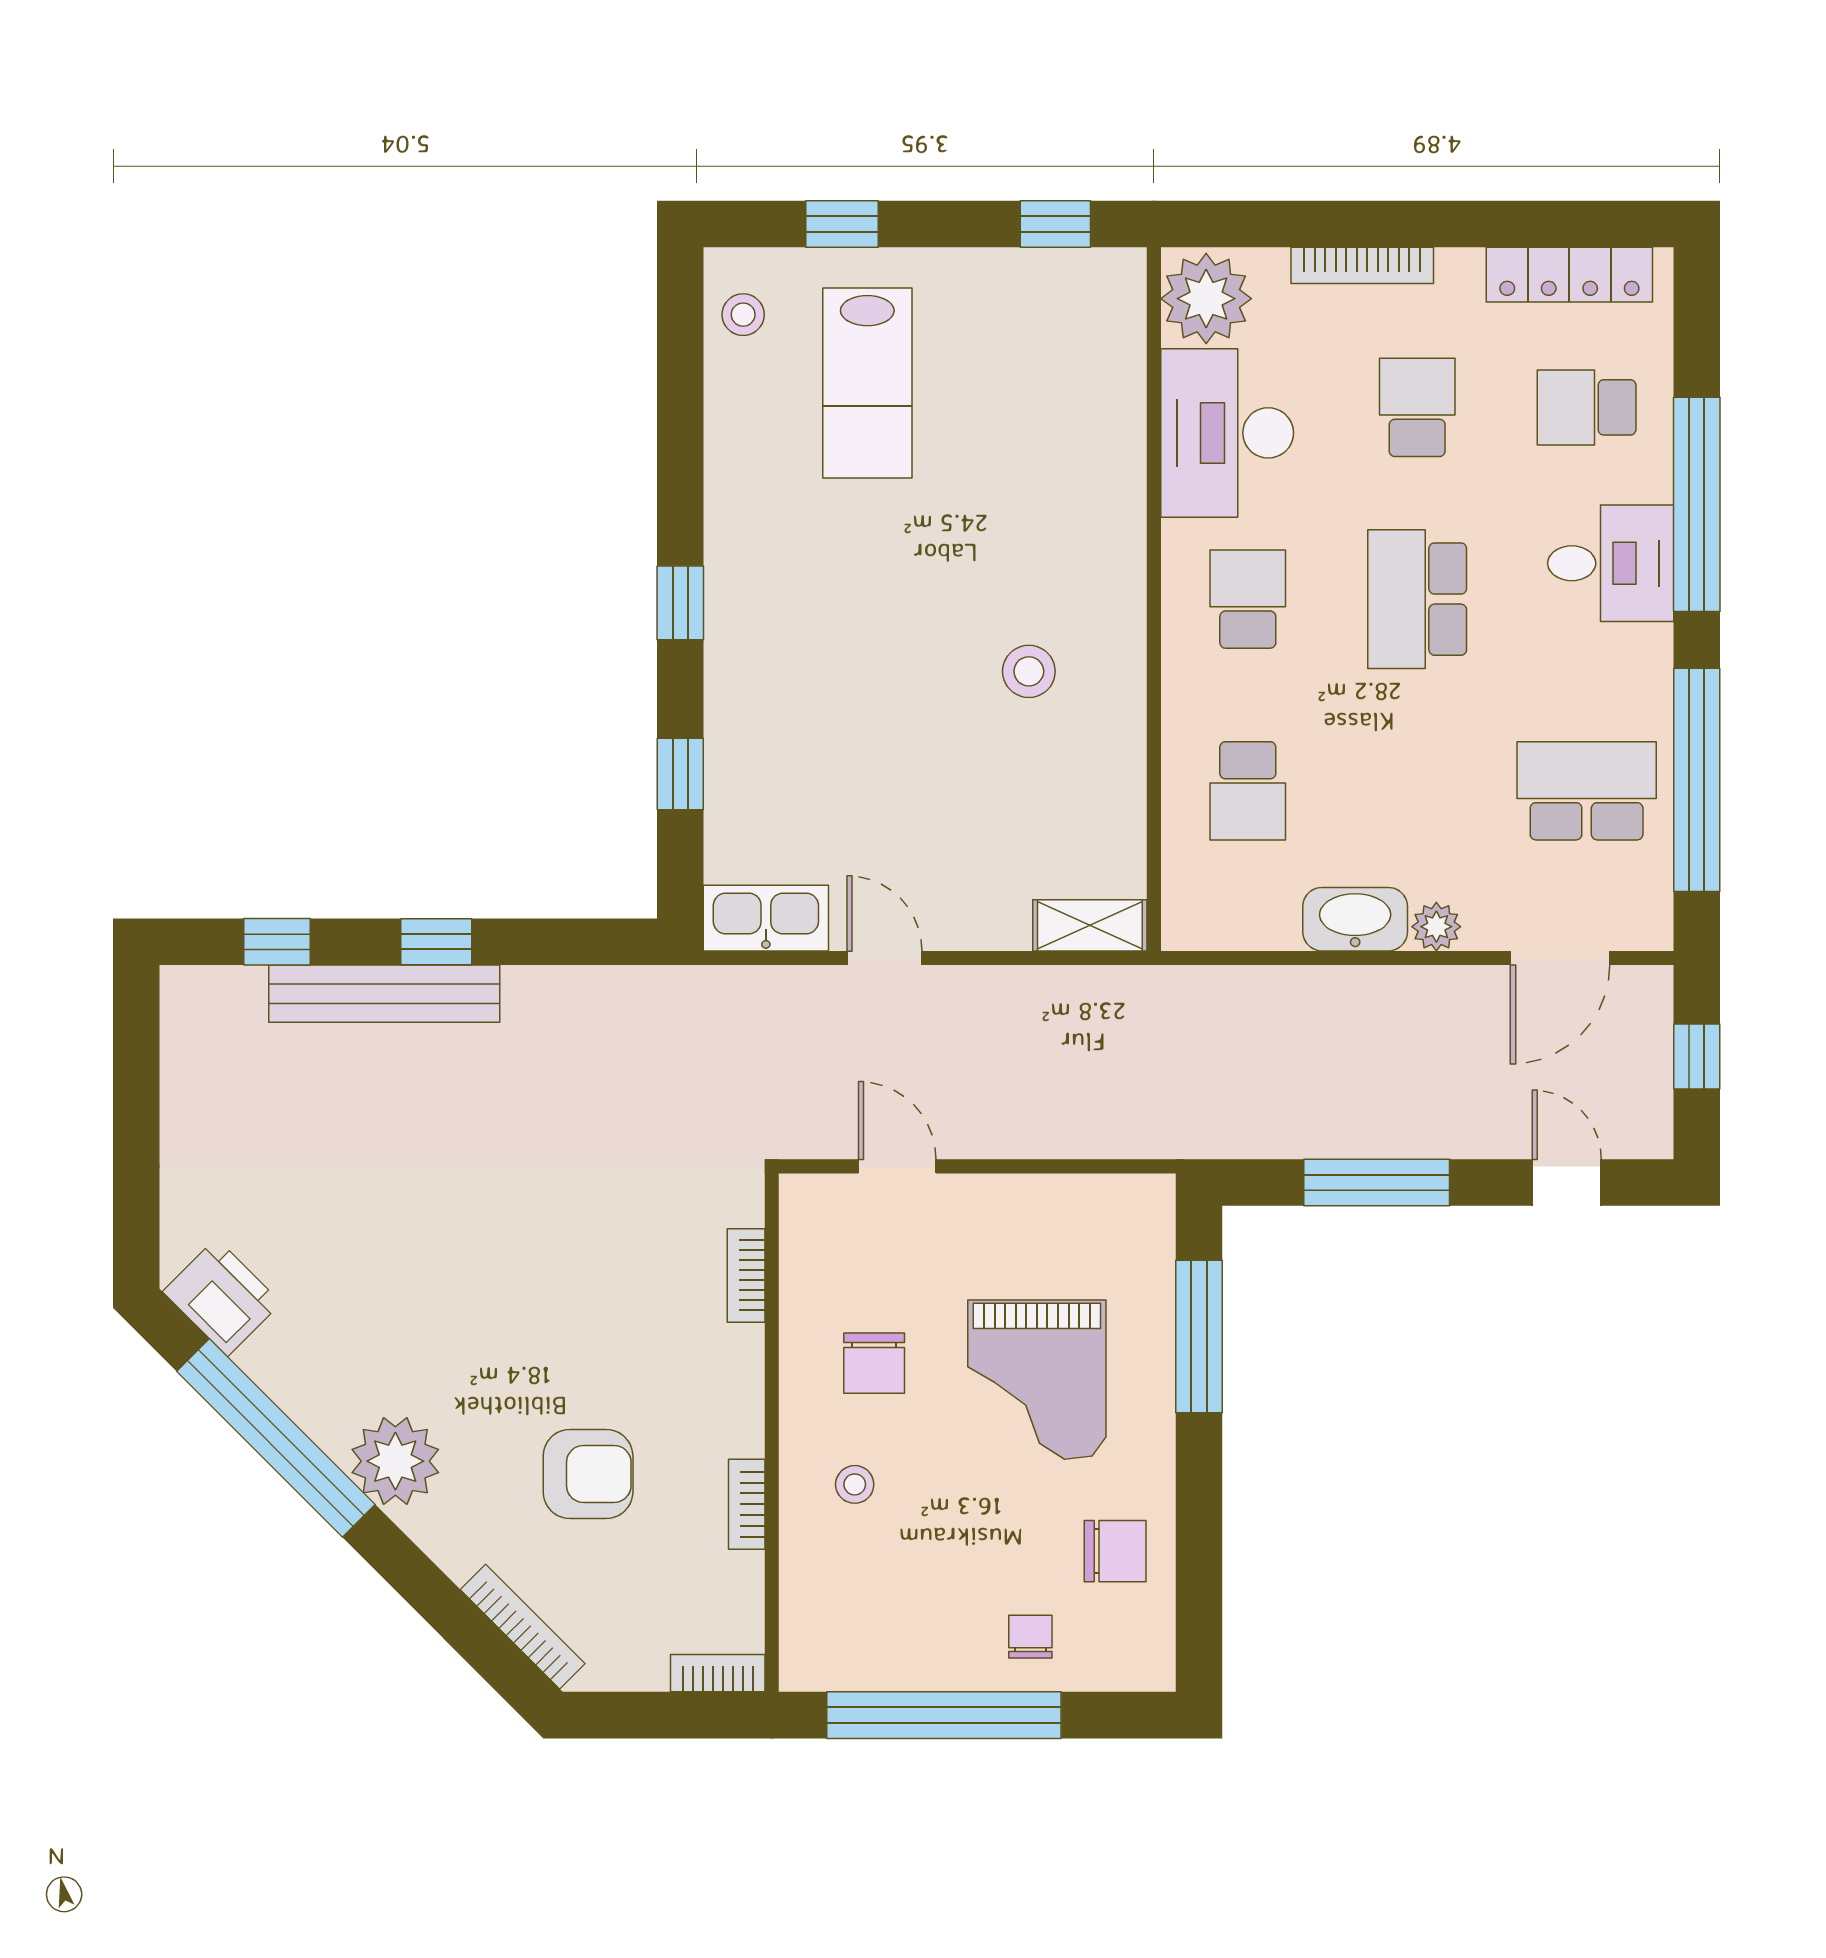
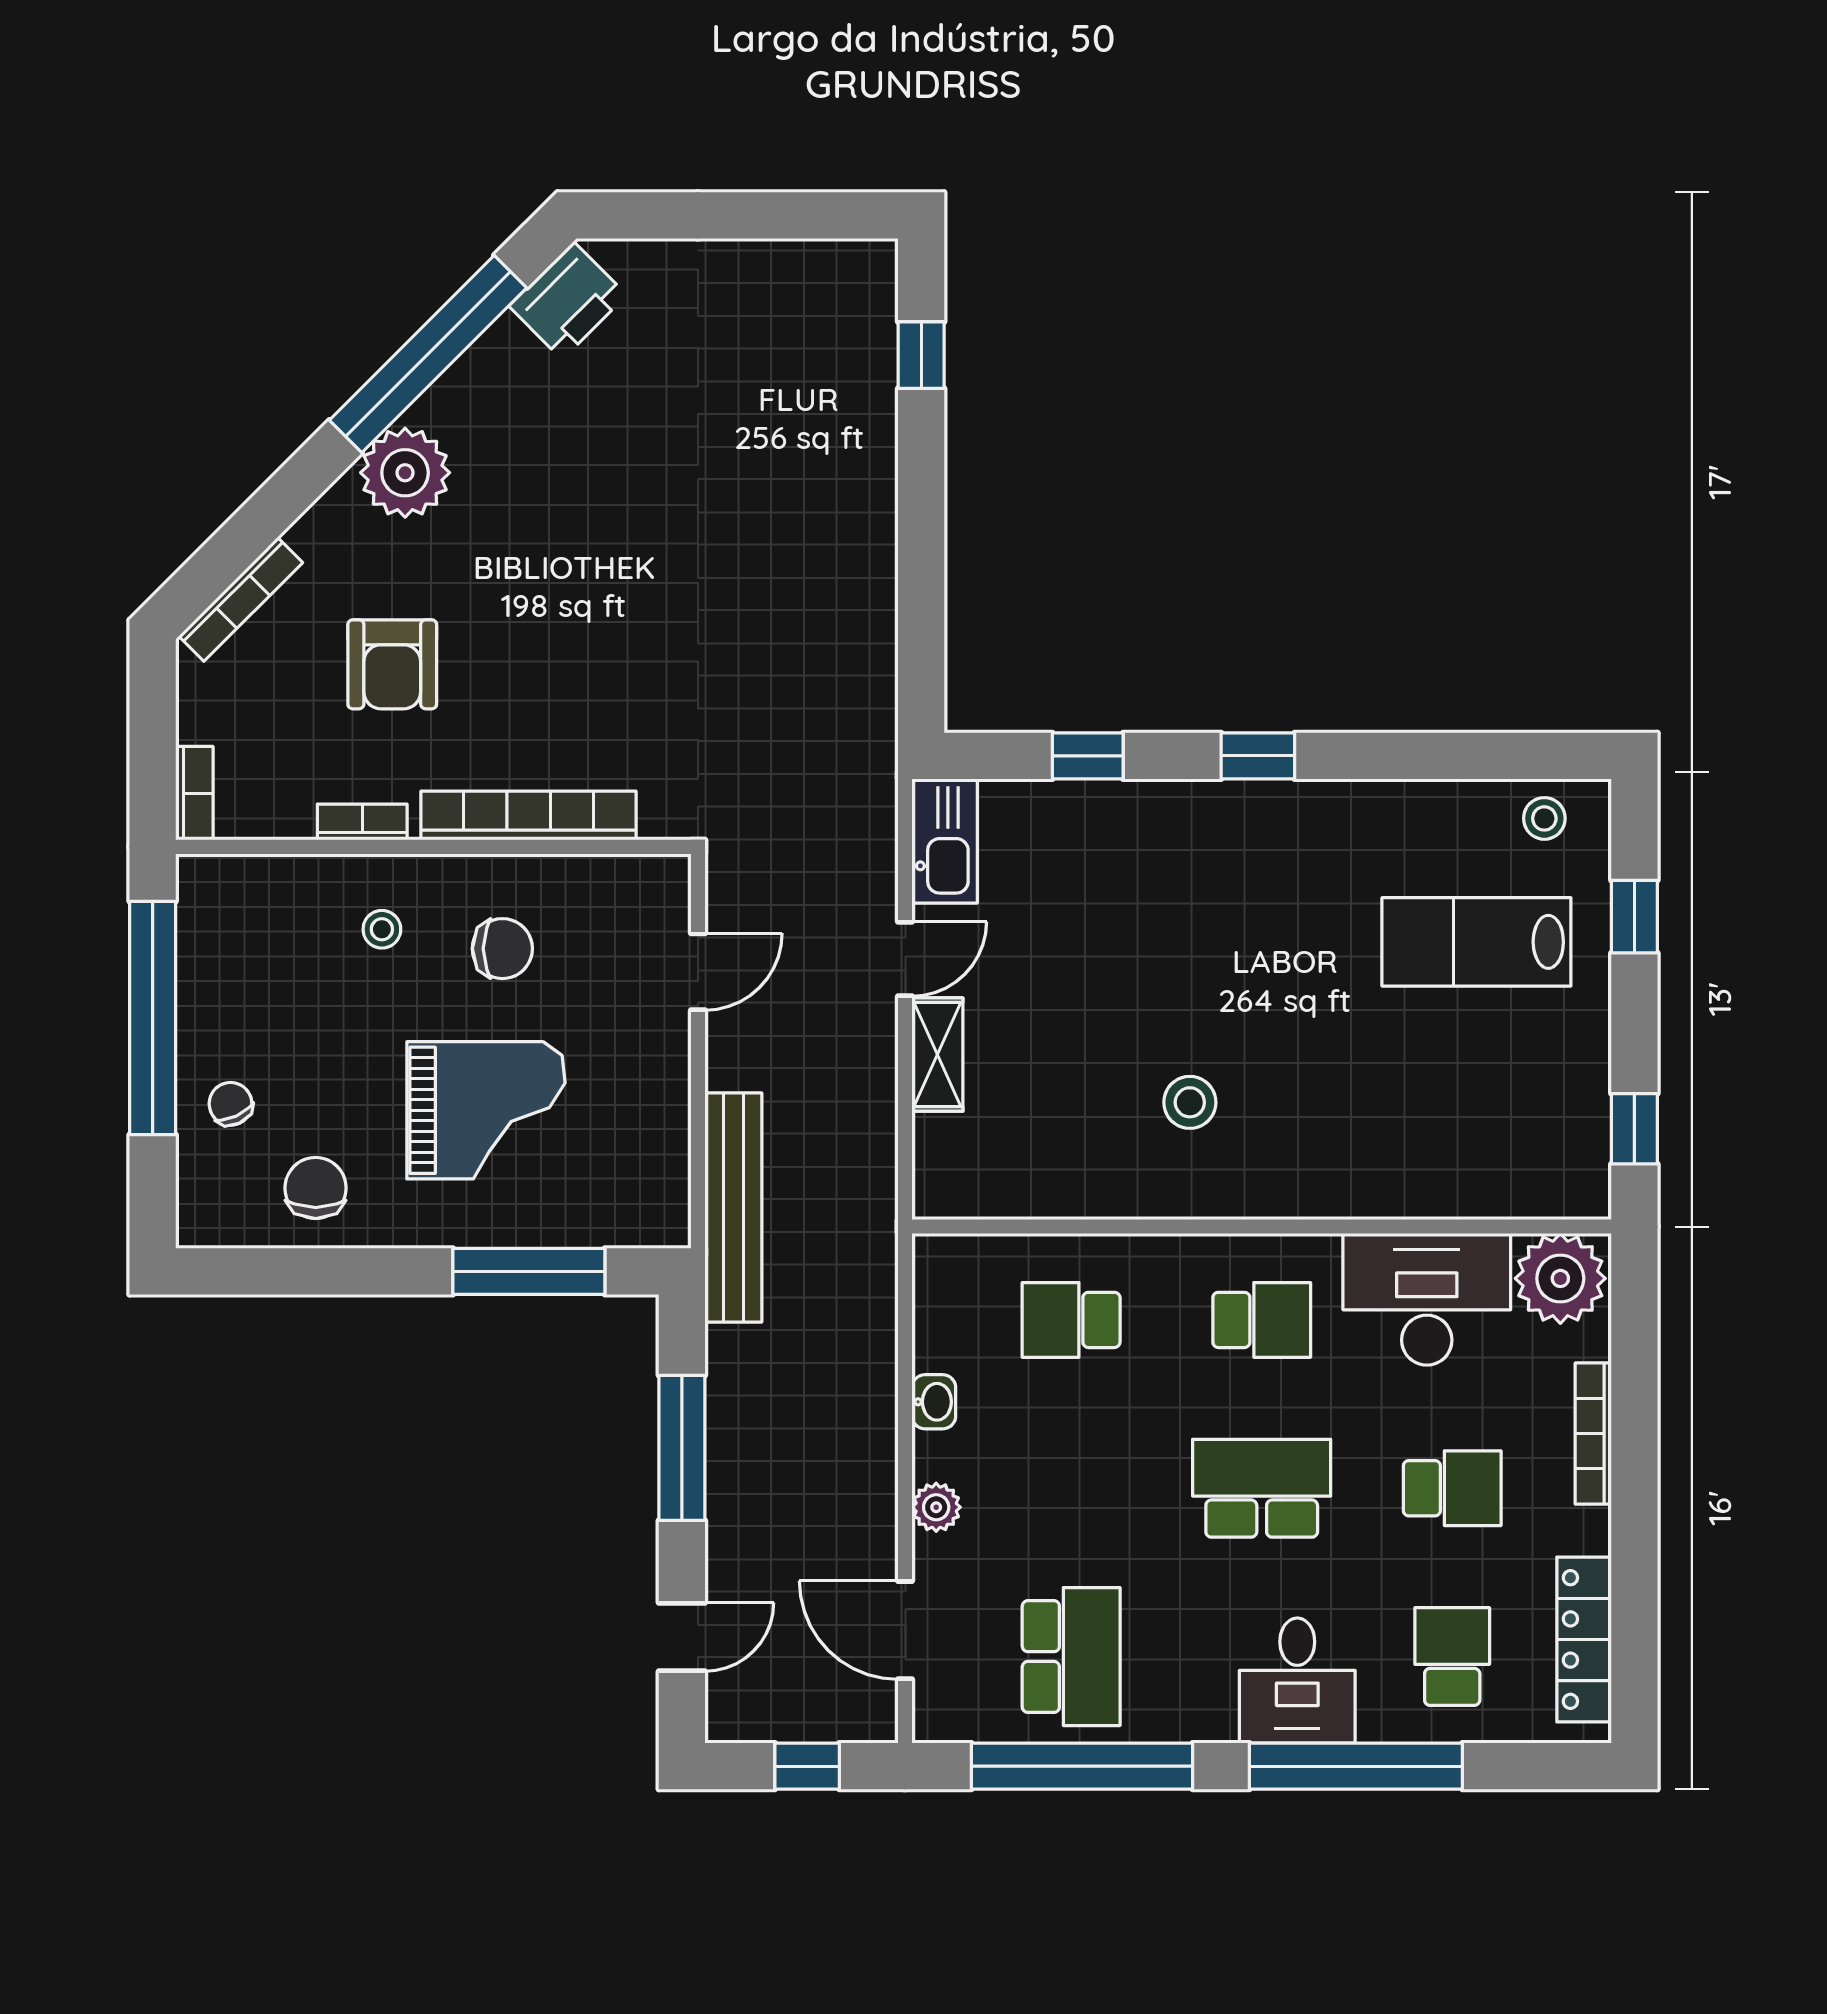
washbasin: (1355, 919) -> (934, 1402), width x0.52, depth x0.69
shelving: (1090, 925) -> (937, 1055), moved
window: (436, 942) -> (921, 513), removed
bench: (384, 994) -> (733, 1207), moved
bookcase: (746, 1275) -> (528, 816), width x2.31, depth x1.31
chair: (874, 1363) -> (502, 949), turned 180
grand piano: (1037, 1380) -> (486, 1110), turned 180
chair: (1115, 1551) -> (316, 1188), turned 180
chair: (1030, 1637) -> (231, 1104), turned -115

